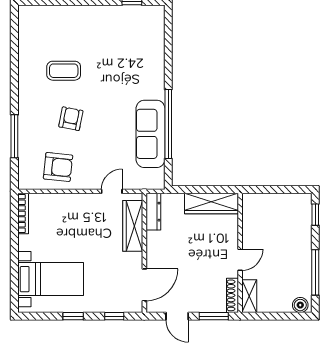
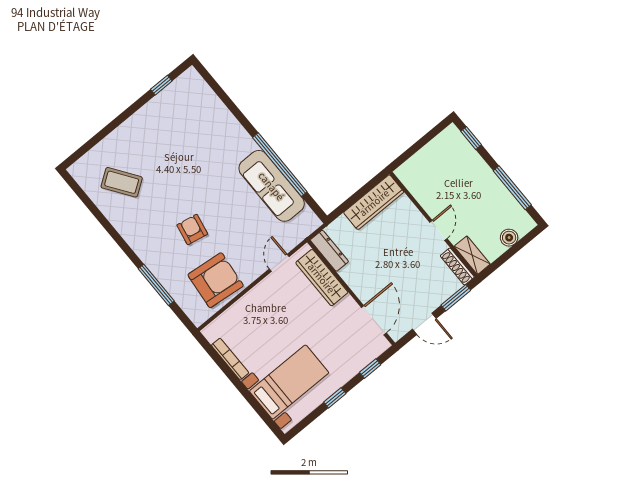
coffee table: (64, 71) -> (122, 182), moved, turned 55
armchair: (58, 167) -> (216, 280), width x1.36, depth x1.36
bookcase: (23, 213) -> (230, 359), moved
boiler: (300, 305) -> (509, 238), moved

